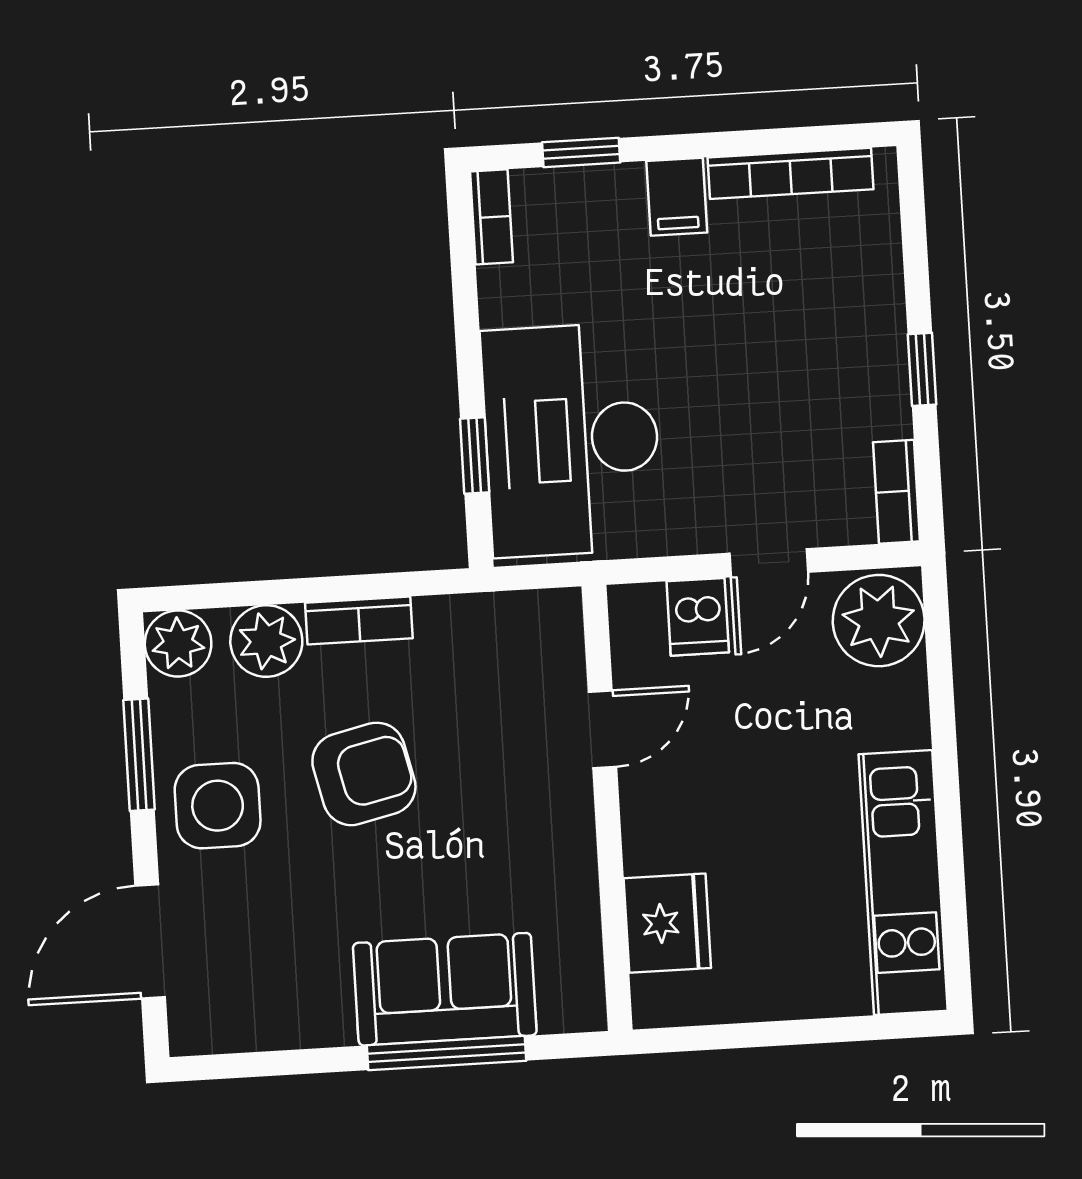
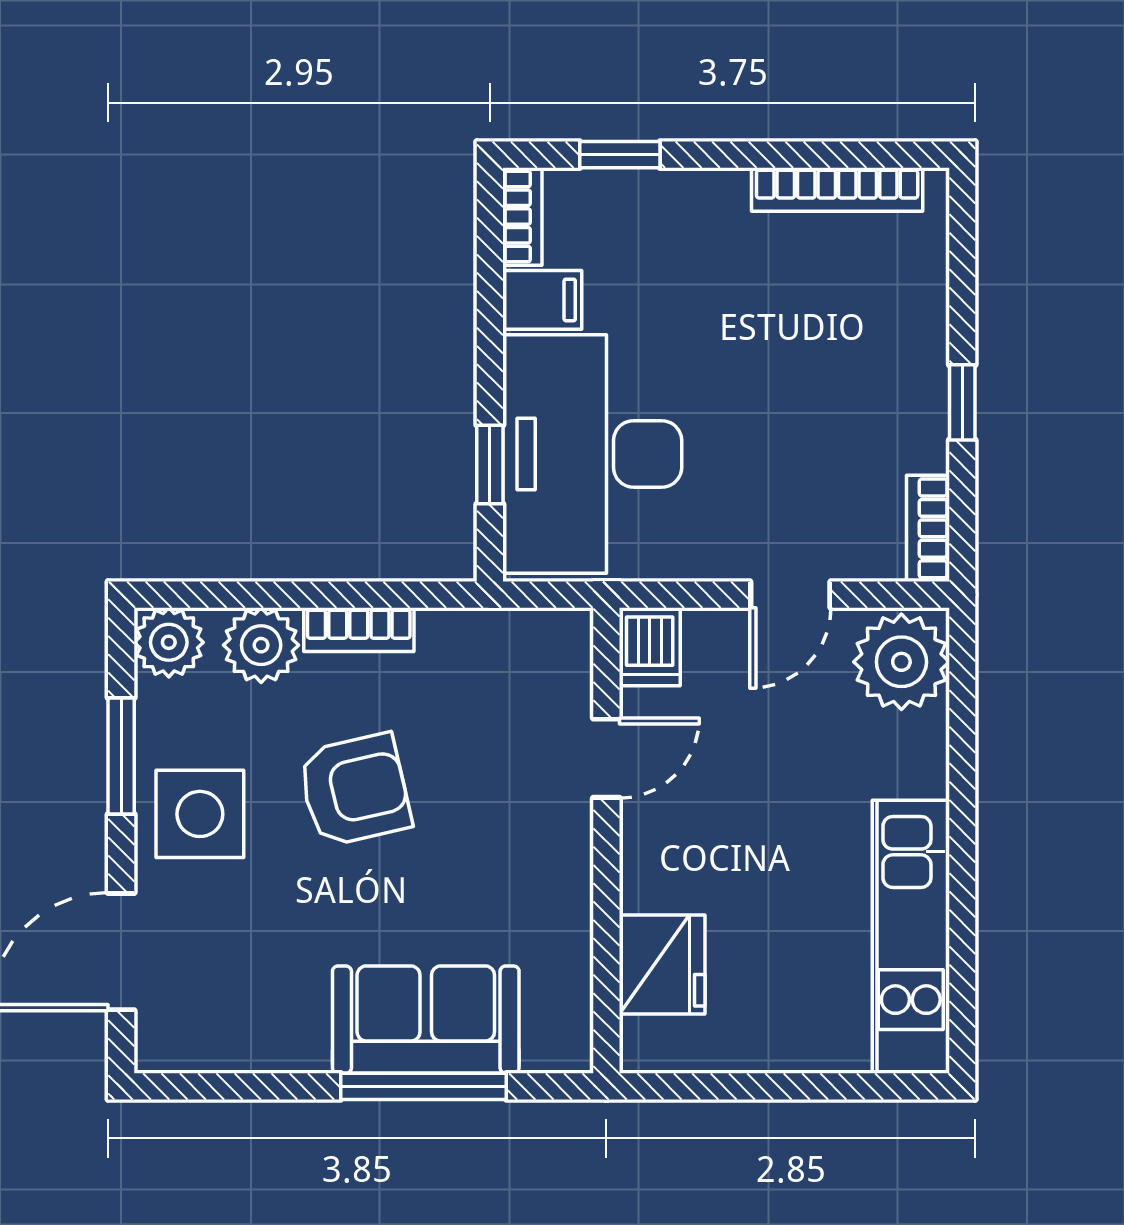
filing cabinet: (677, 197) -> (542, 300), moved, turned -90
dishwasher: (698, 617) -> (650, 647), moved

